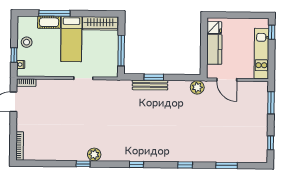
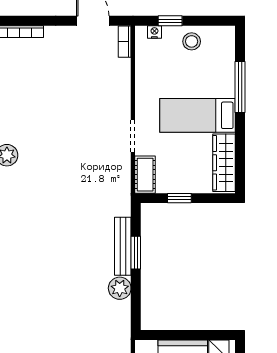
cot: (49, 22) -> (145, 175), moved
window: (121, 51) -> (179, 198), width x0.46
plant: (197, 87) -> (120, 288), moved

